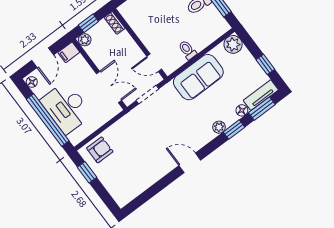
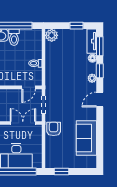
sofa: (198, 77) -> (86, 138), moved, turned 180
armchair: (100, 150) -> (54, 129), moved
door: (190, 163) -> (100, 100), moved

